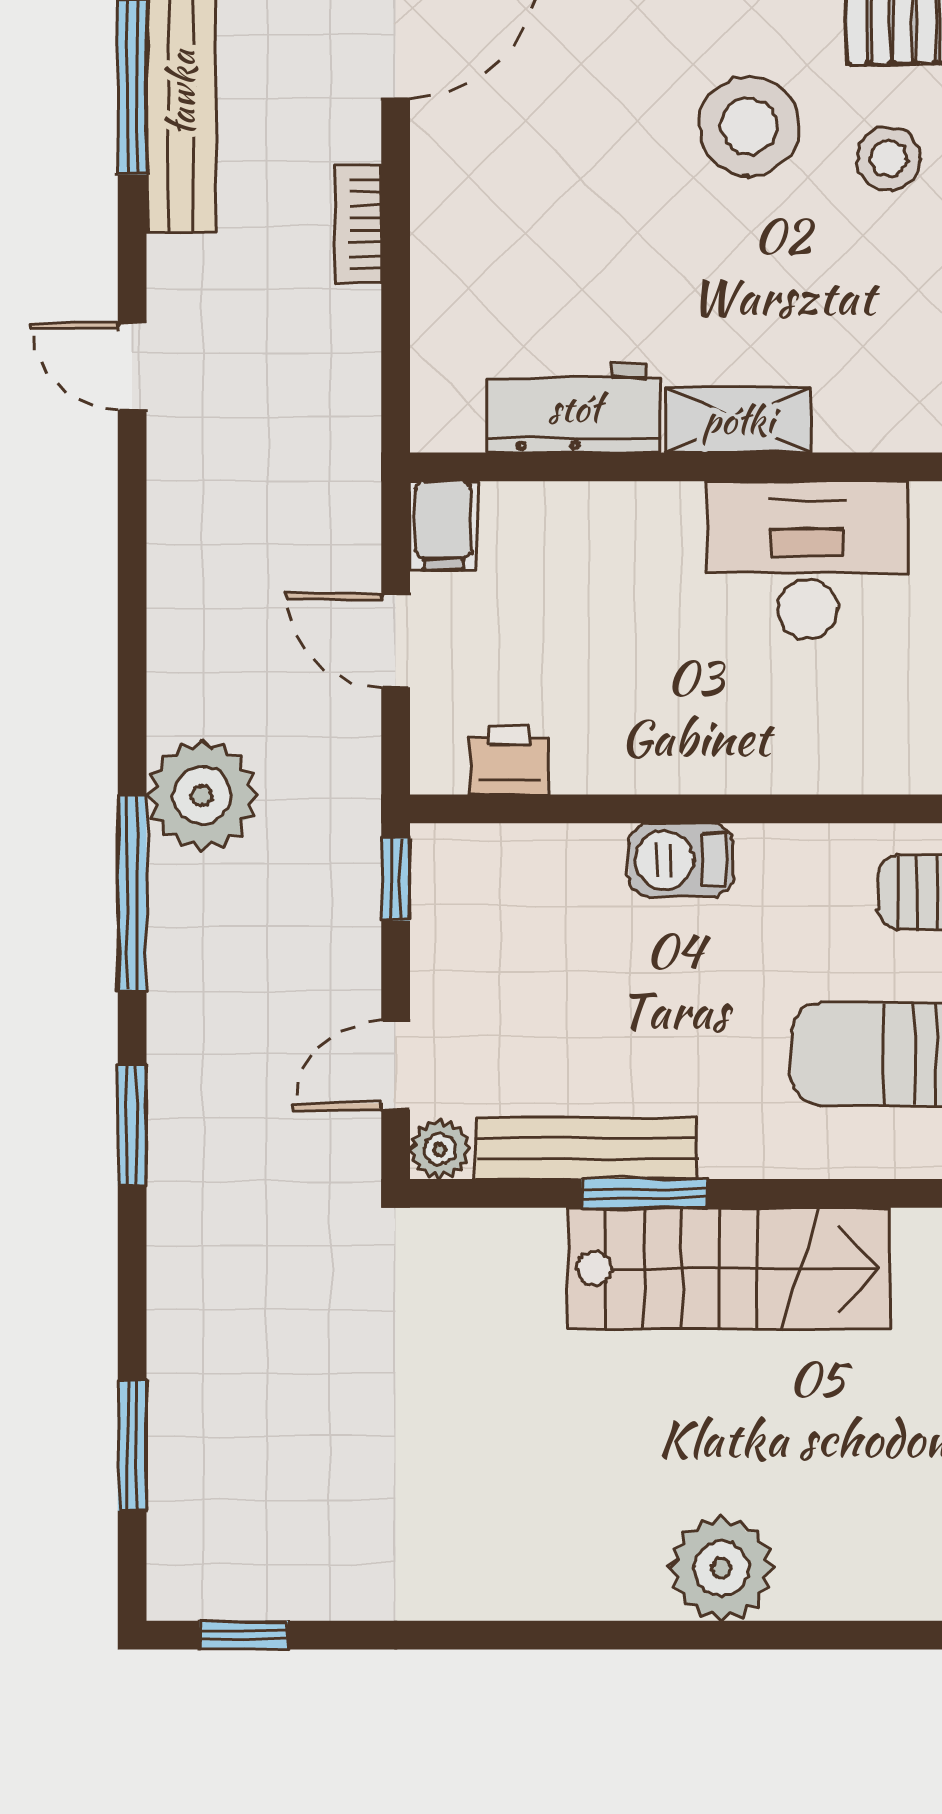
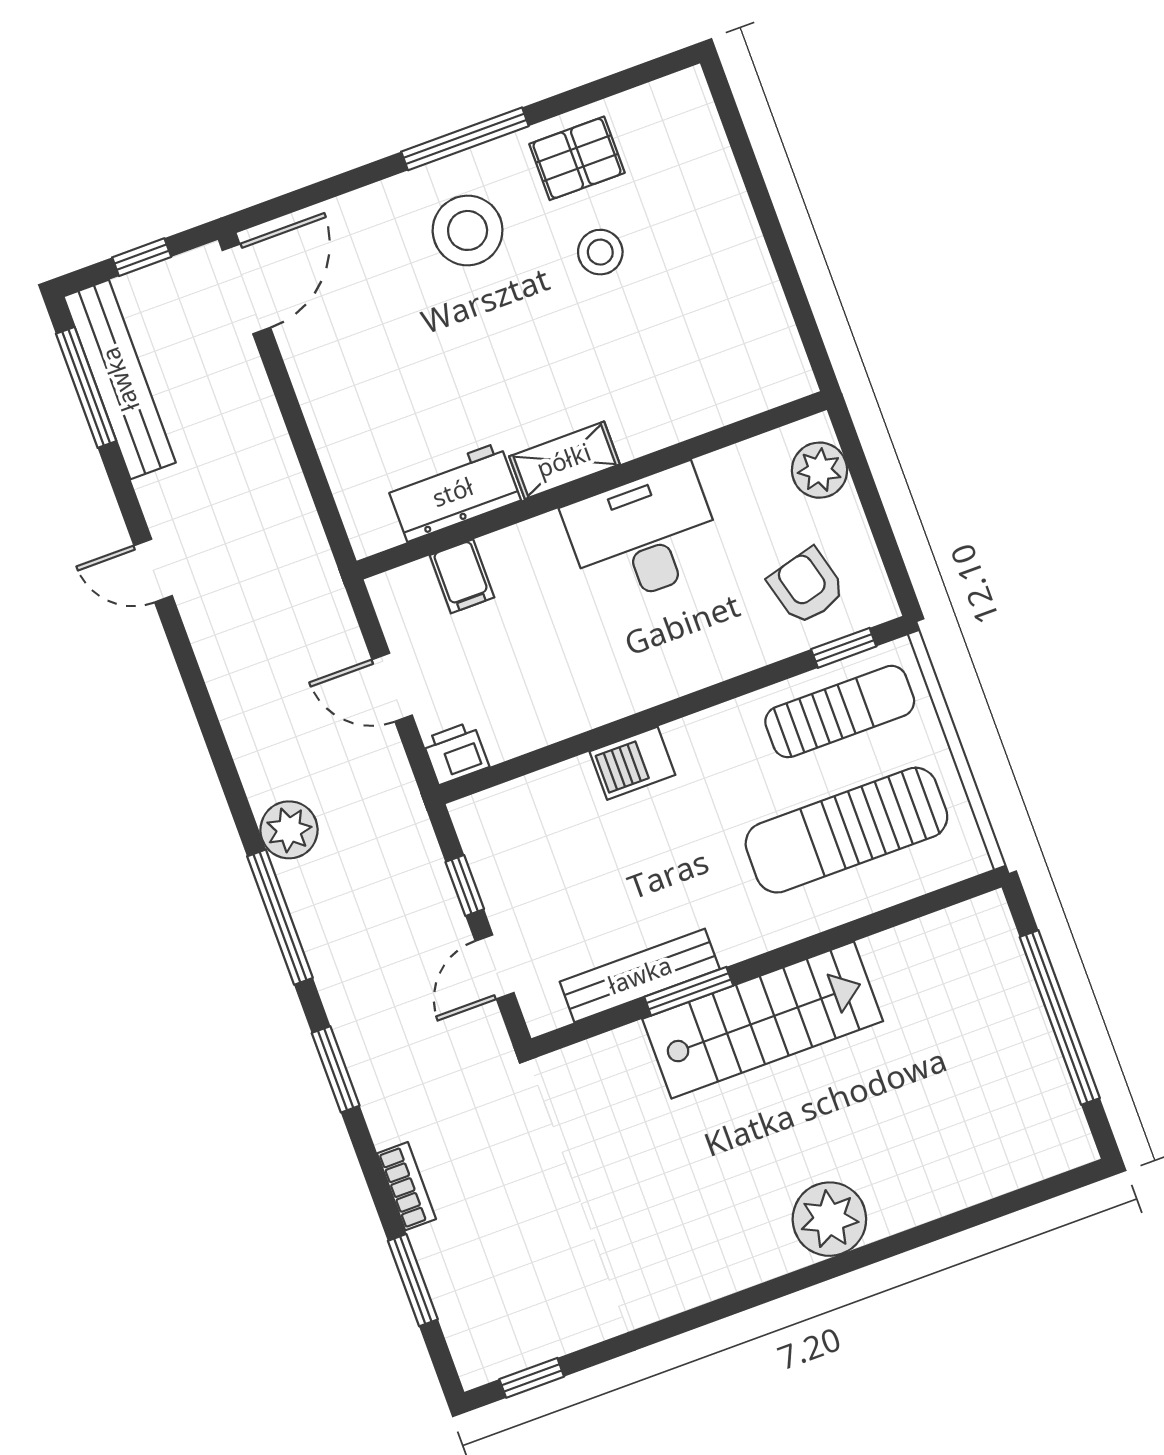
stool: (749, 126) -> (468, 230), moved
bookcase: (358, 224) -> (406, 1186), moved, turned 180
filing cabinet: (443, 525) -> (462, 576), moved
printer: (509, 759) -> (456, 753), moved
plant: (202, 795) -> (289, 830), width x0.73, depth x0.73
window: (396, 879) -> (465, 886), moved
plant: (440, 1149) -> (544, 1011), removed

